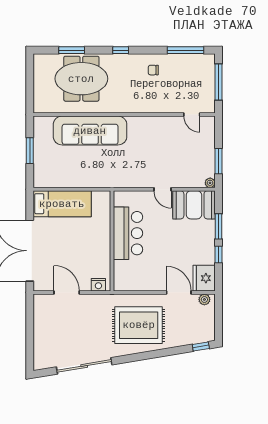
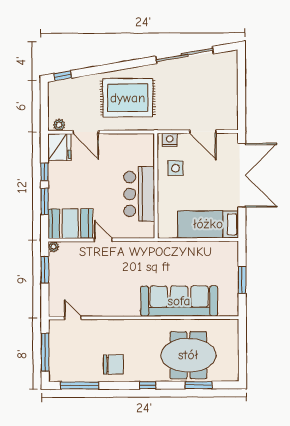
chair: (153, 70) -> (113, 364), width x1.87, depth x1.87
side table: (93, 258) -> (176, 168), added

